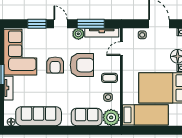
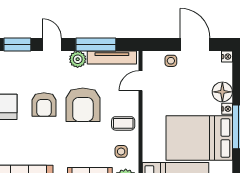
armchair: (82, 65) -> (83, 105), turned 90

